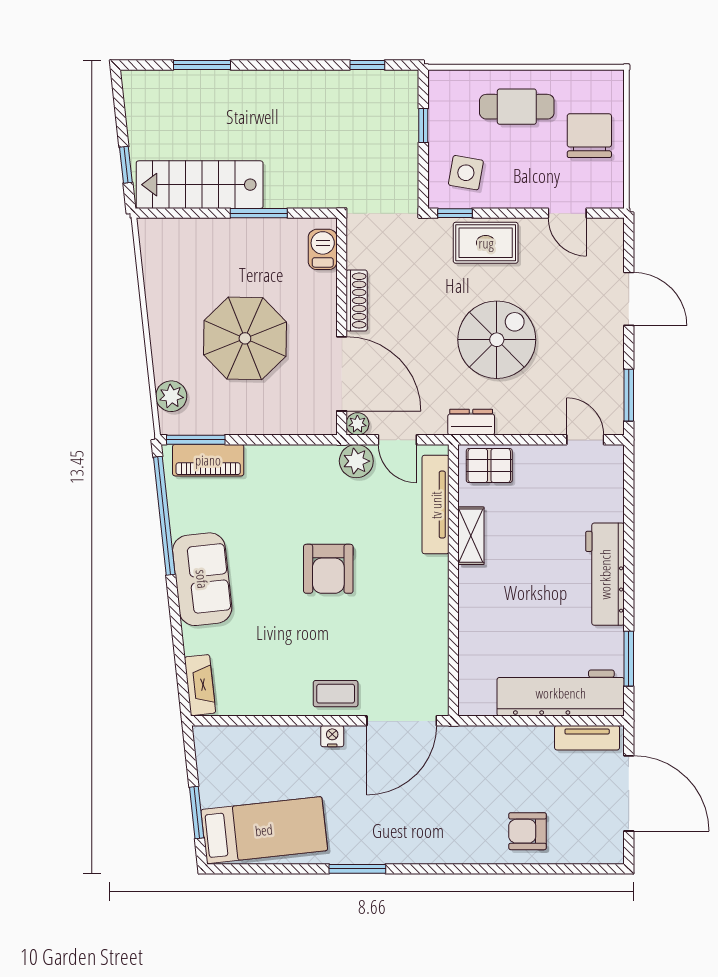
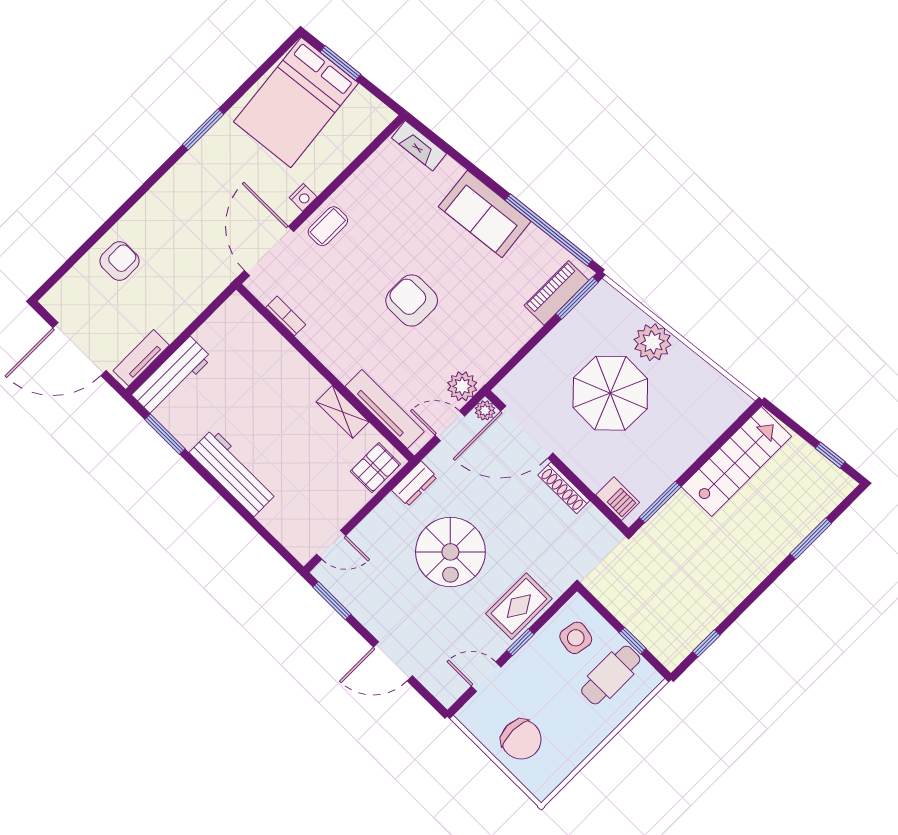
cafe table: (517, 107) -> (611, 675), moved
window: (126, 165) -> (830, 455), moved
window: (259, 213) -> (660, 502), moved
window: (455, 213) -> (520, 642), moved
plant: (171, 396) -> (653, 342), moved, width x1.36, depth x1.36
bookcase: (440, 656) -> (286, 316), added
workbench: (561, 693) -> (172, 376), width x0.73, depth x0.76
bed: (264, 830) -> (296, 102), width x1.50

